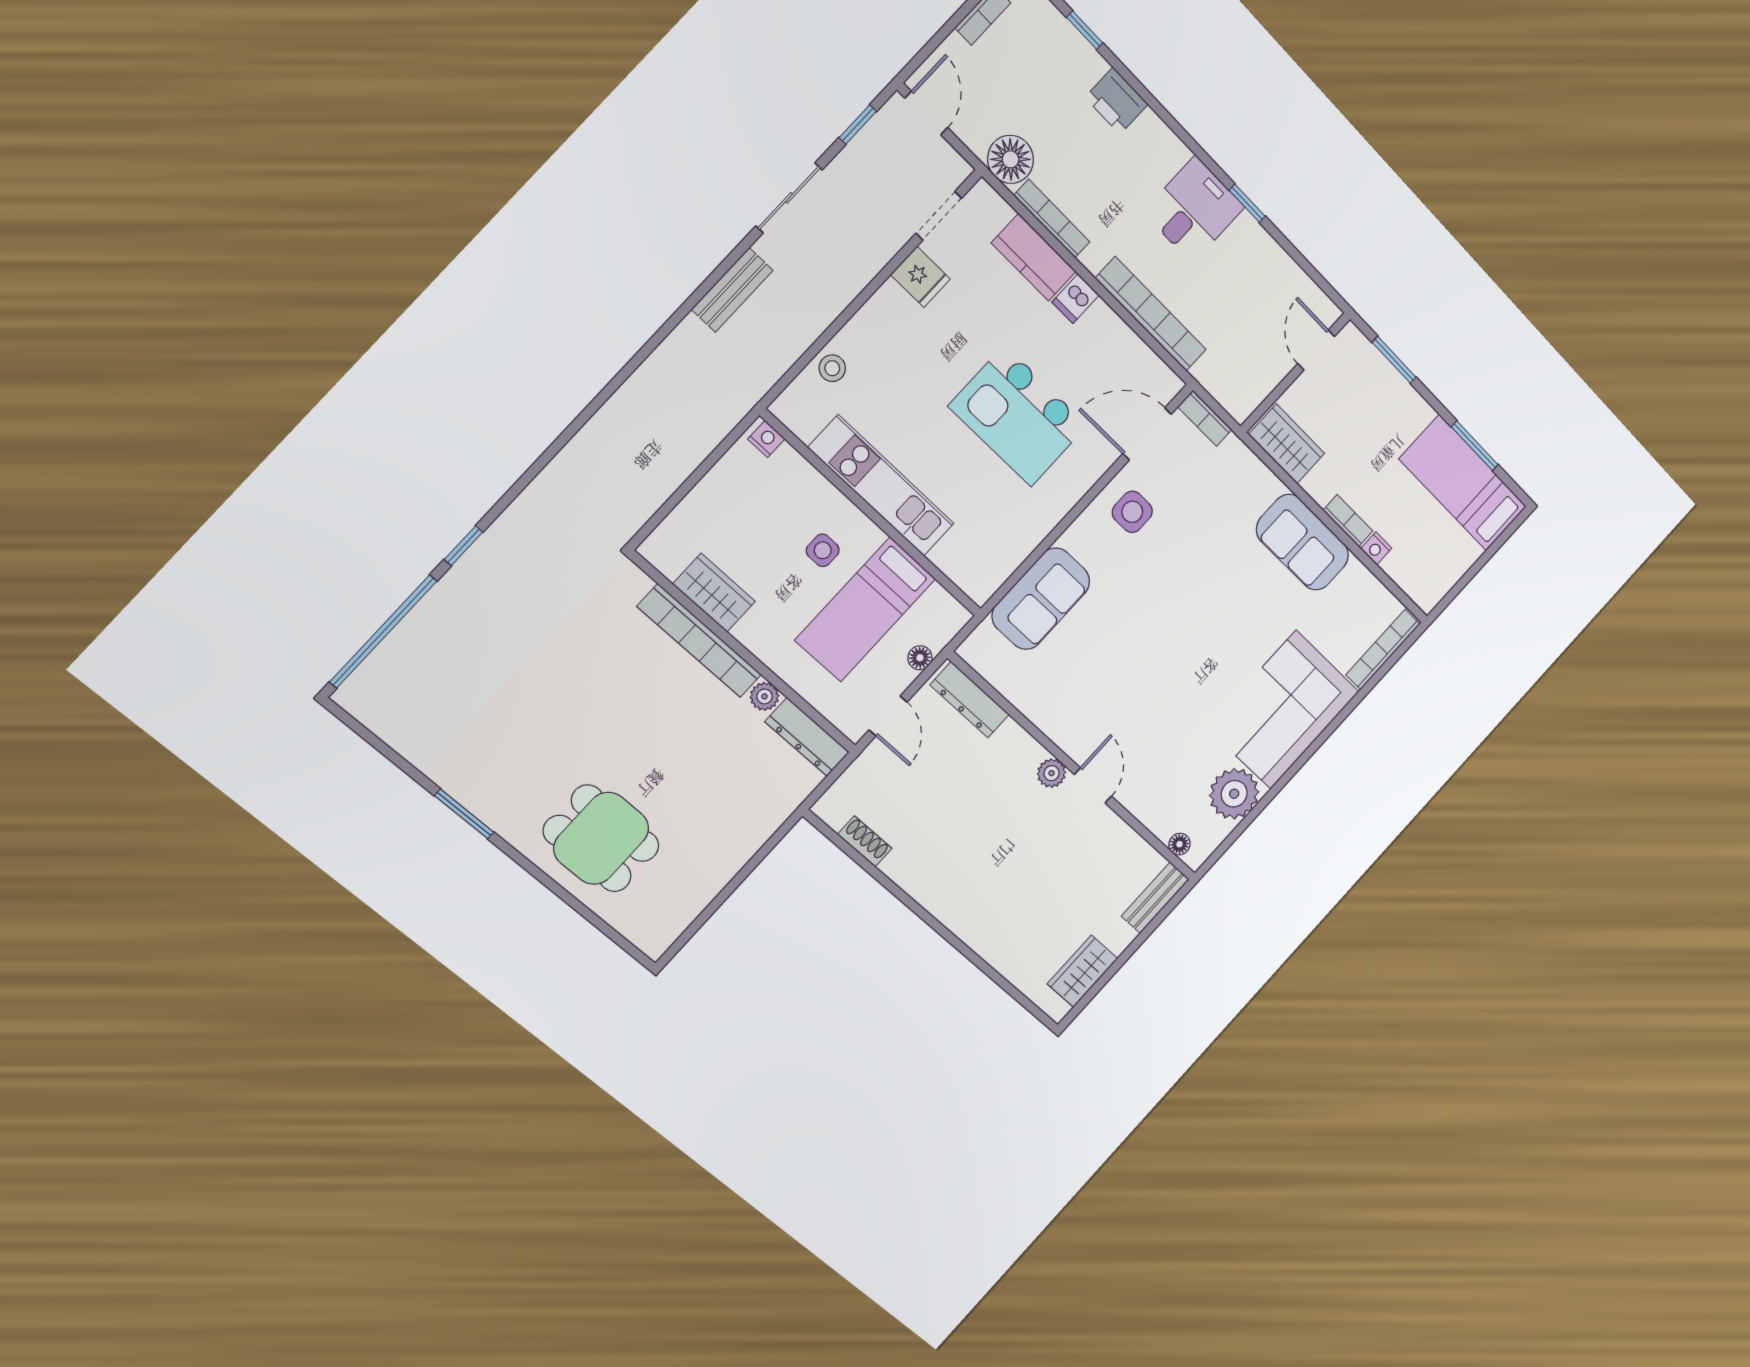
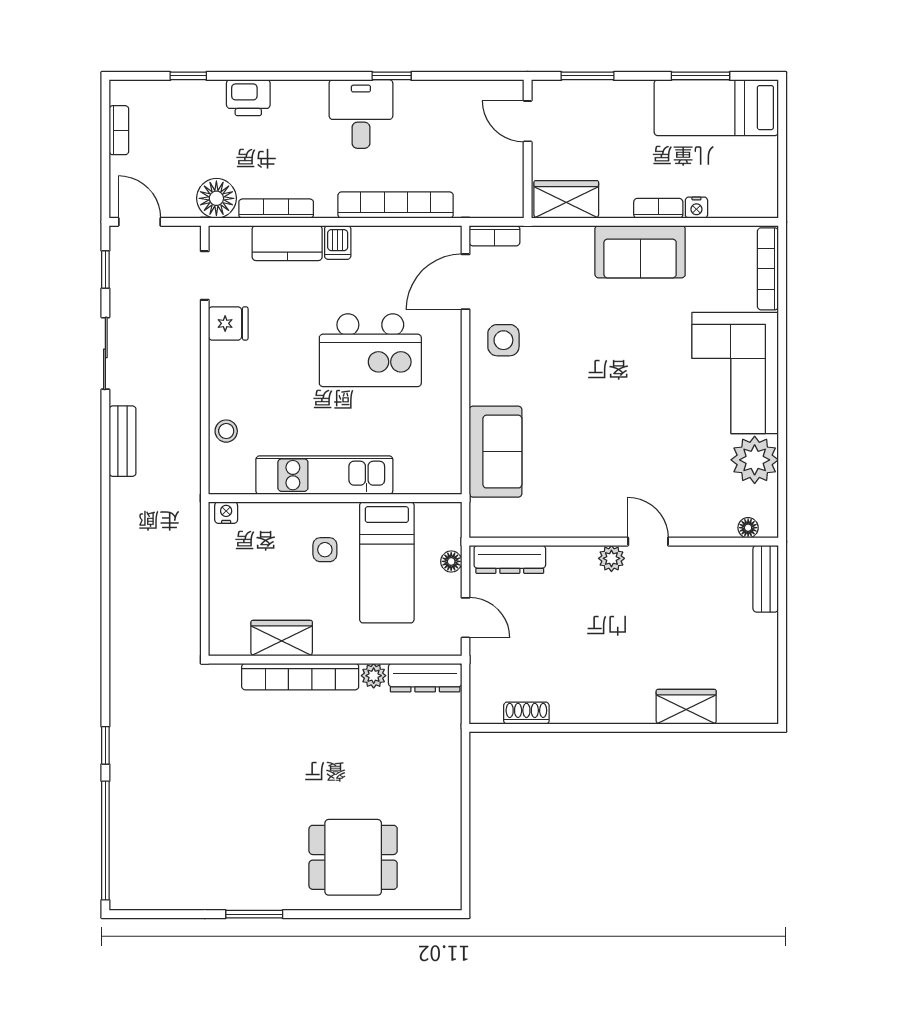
wardrobe: (1083, 971) -> (686, 707), moved, turned 90

